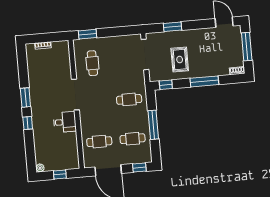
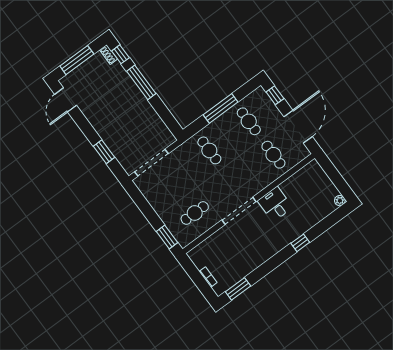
rug: (180, 60) -> (134, 123), removed
window: (166, 85) -> (120, 54), moved
window: (25, 97) -> (238, 289), moved
window: (60, 174) -> (334, 175), removed

